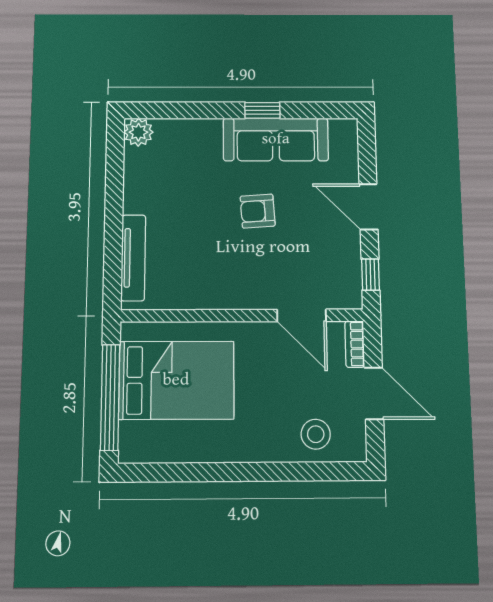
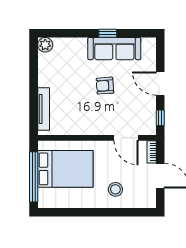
stool: (316, 434) -> (115, 189), moved

